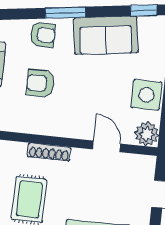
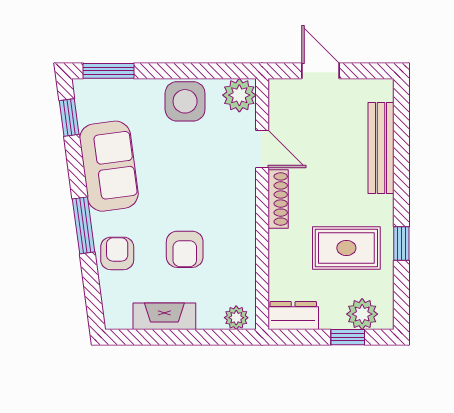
door: (107, 146) -> (262, 149), swing flipped
shoe rack: (49, 152) -> (278, 199), moved

